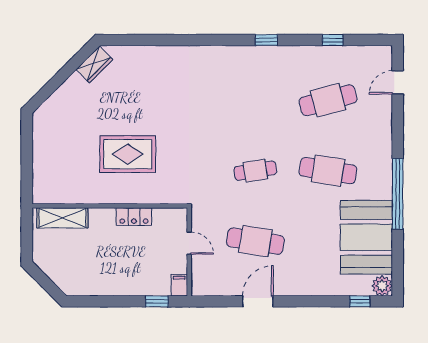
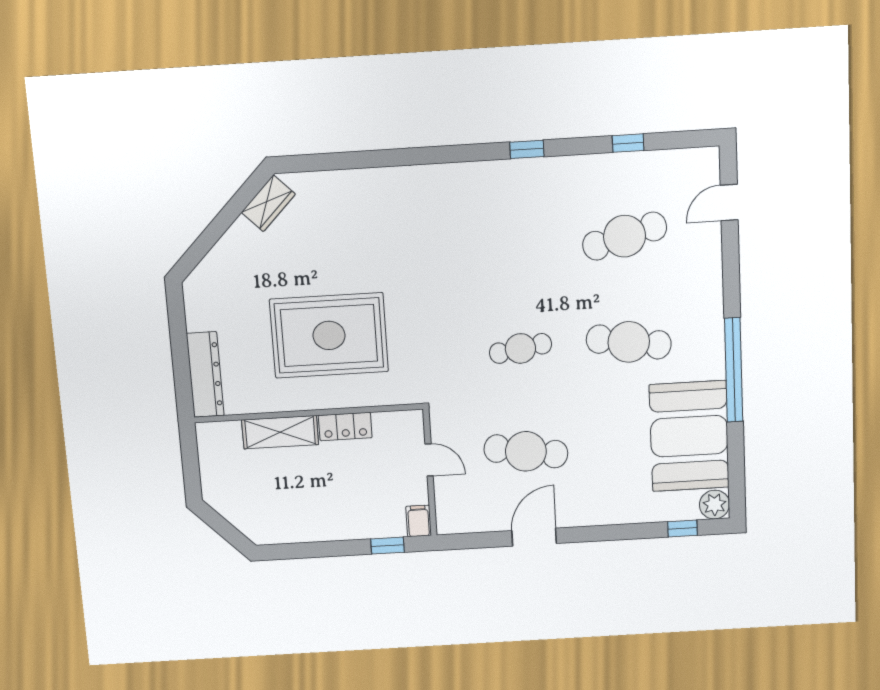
rug: (128, 154) -> (329, 335), width x1.37, depth x1.44
dresser: (42, 176) -> (205, 375), added
shelving: (62, 218) -> (280, 432), moved

